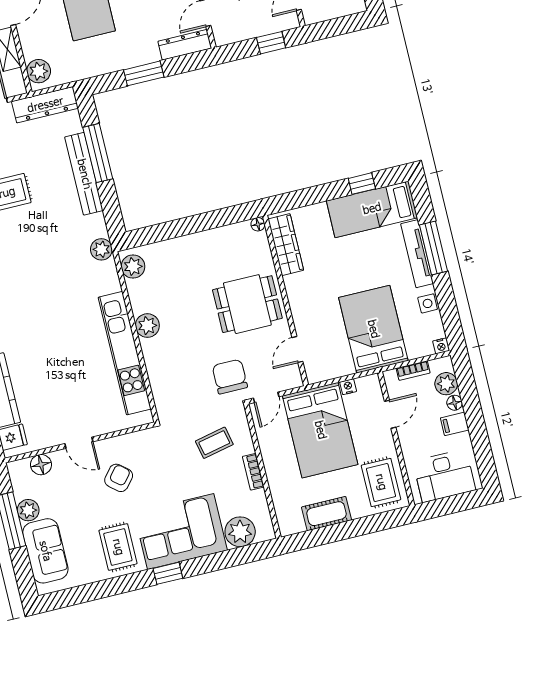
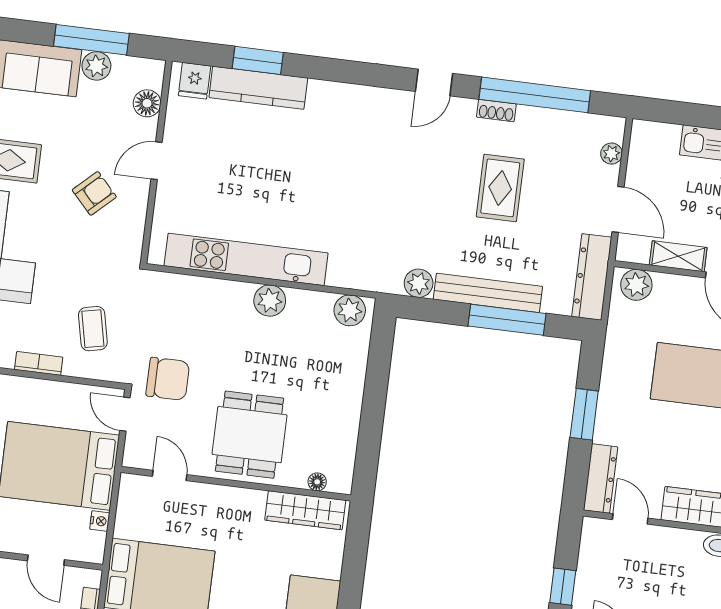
floor lamp: (258, 224) -> (317, 482), moved
plant: (101, 249) -> (419, 283), moved
armchair: (119, 478) -> (94, 193), turned -83

